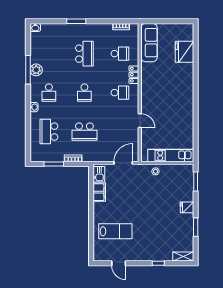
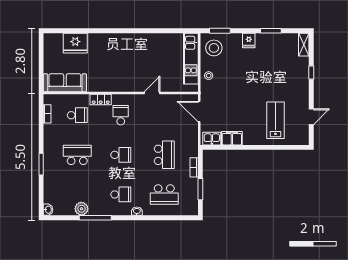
school desk: (120, 54) -> (77, 115), turned 90
plant: (36, 70) -> (81, 209), moved
stool: (180, 176) -> (214, 48), added

